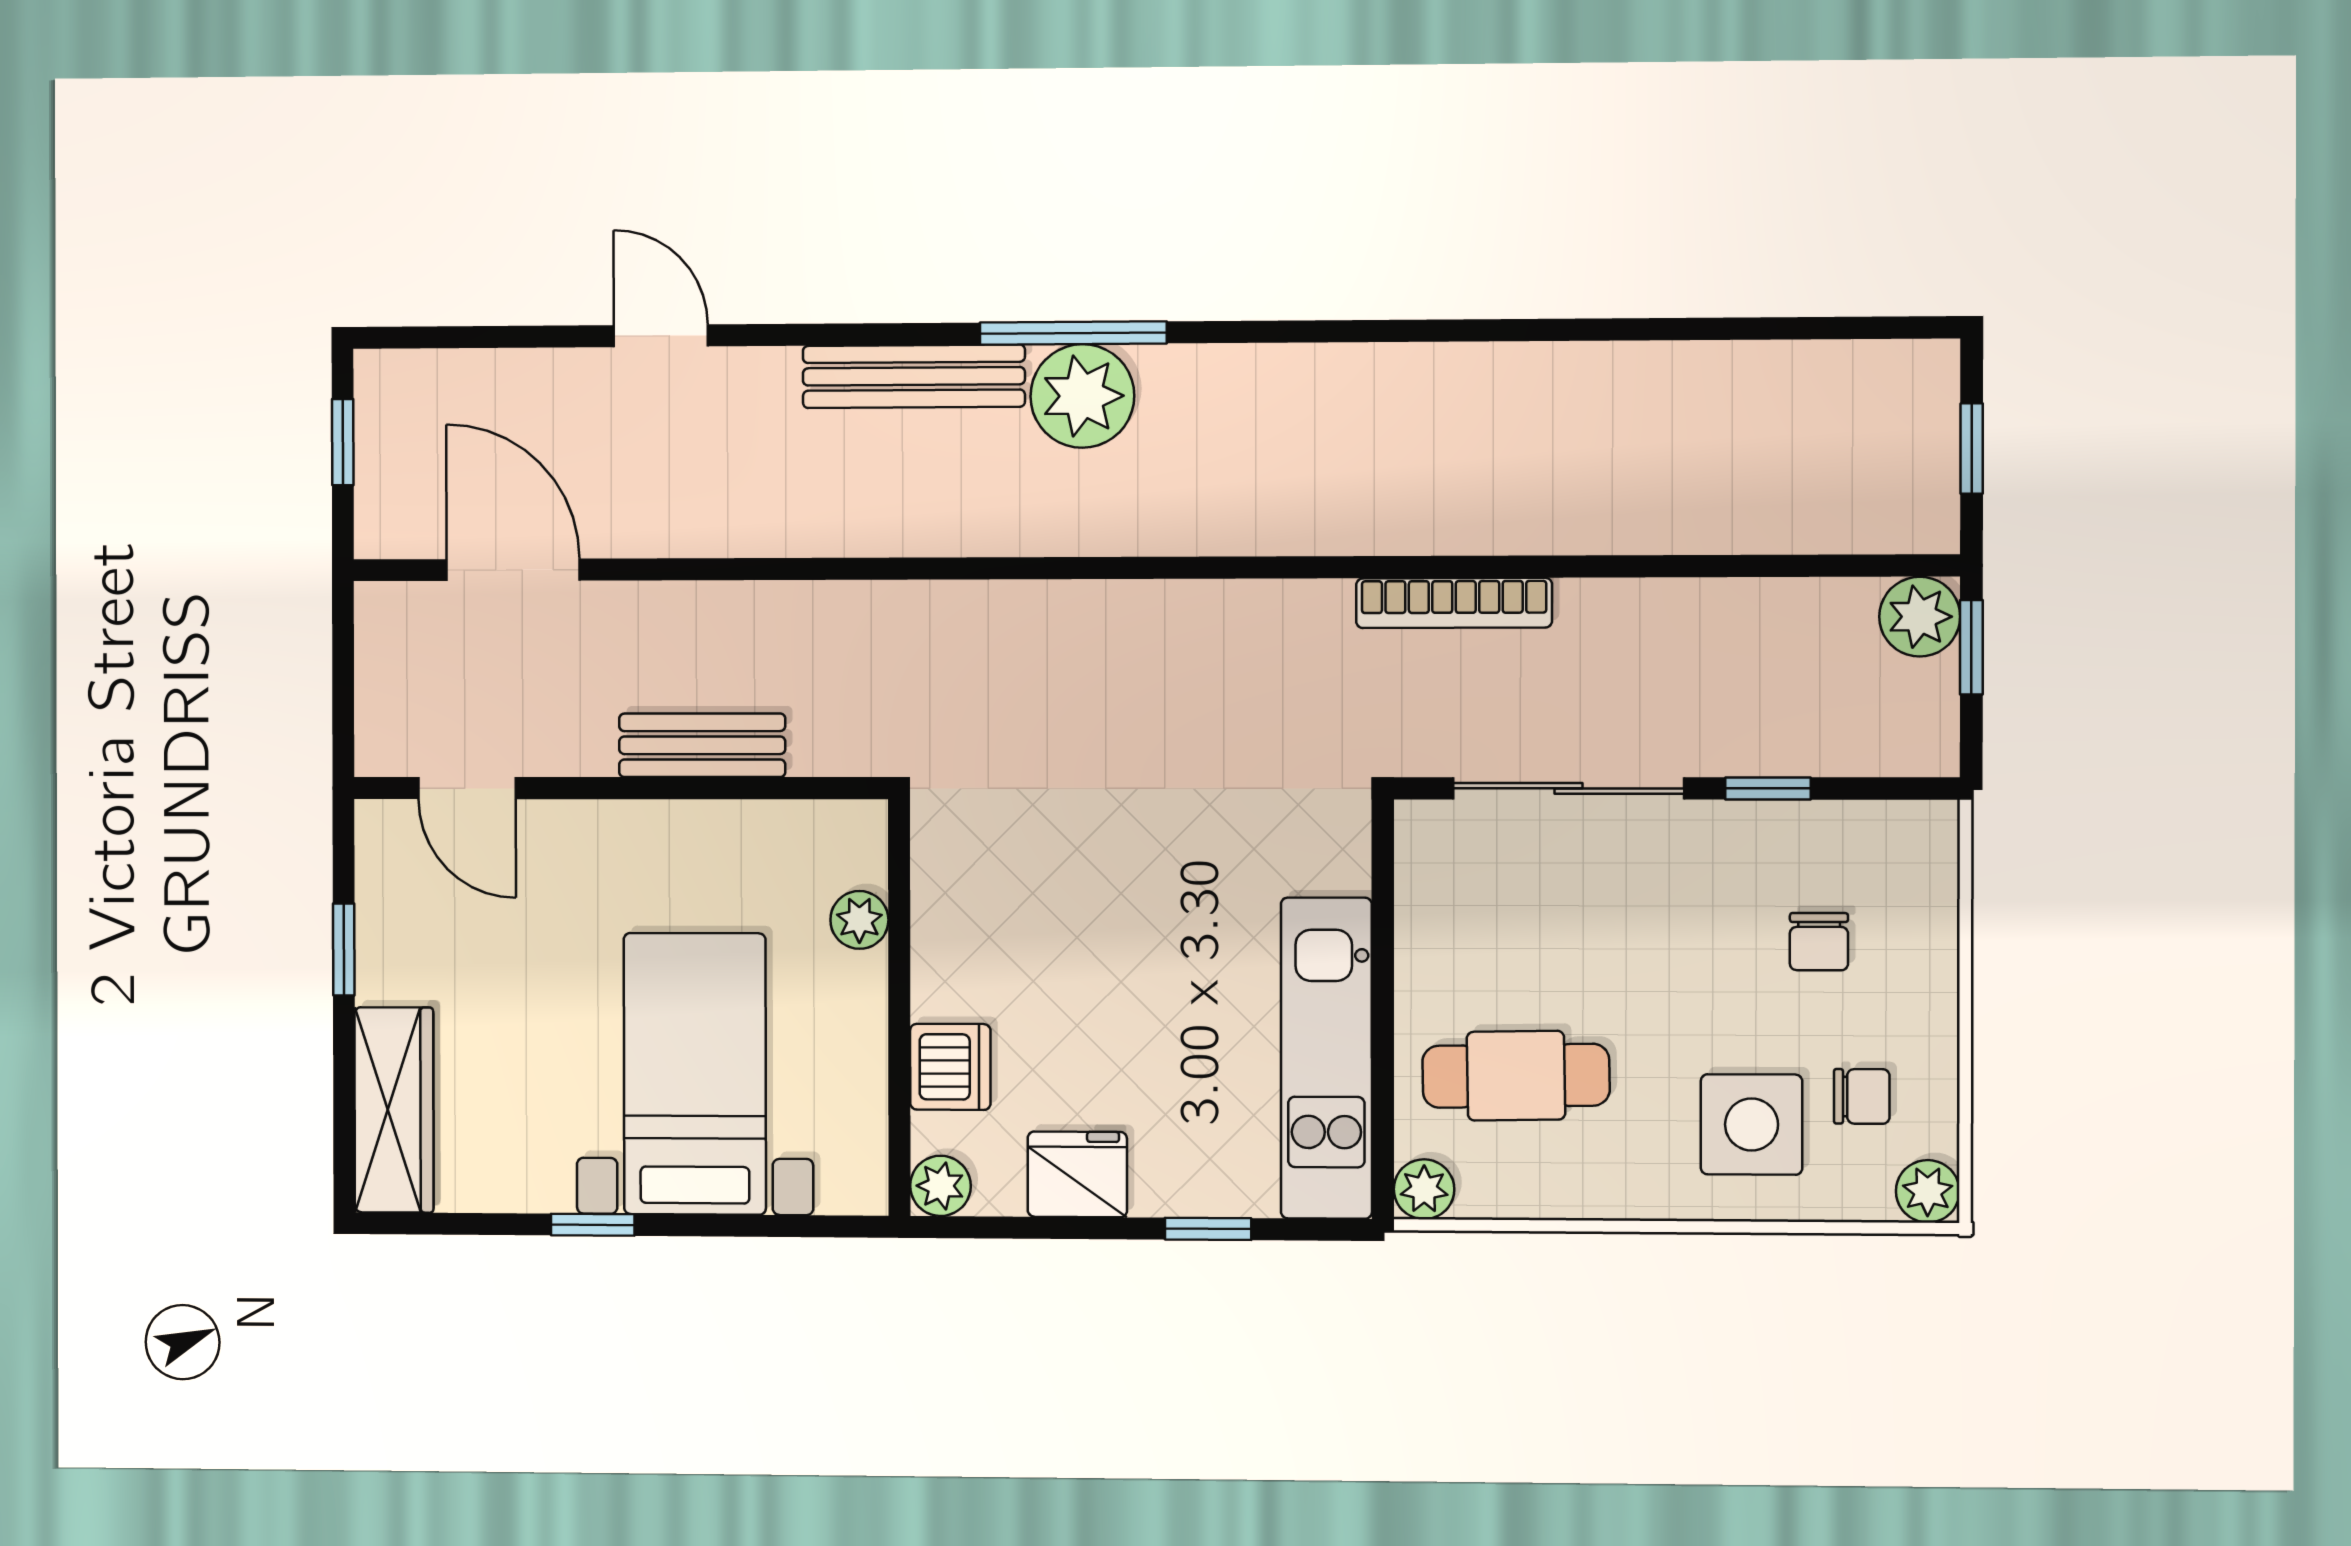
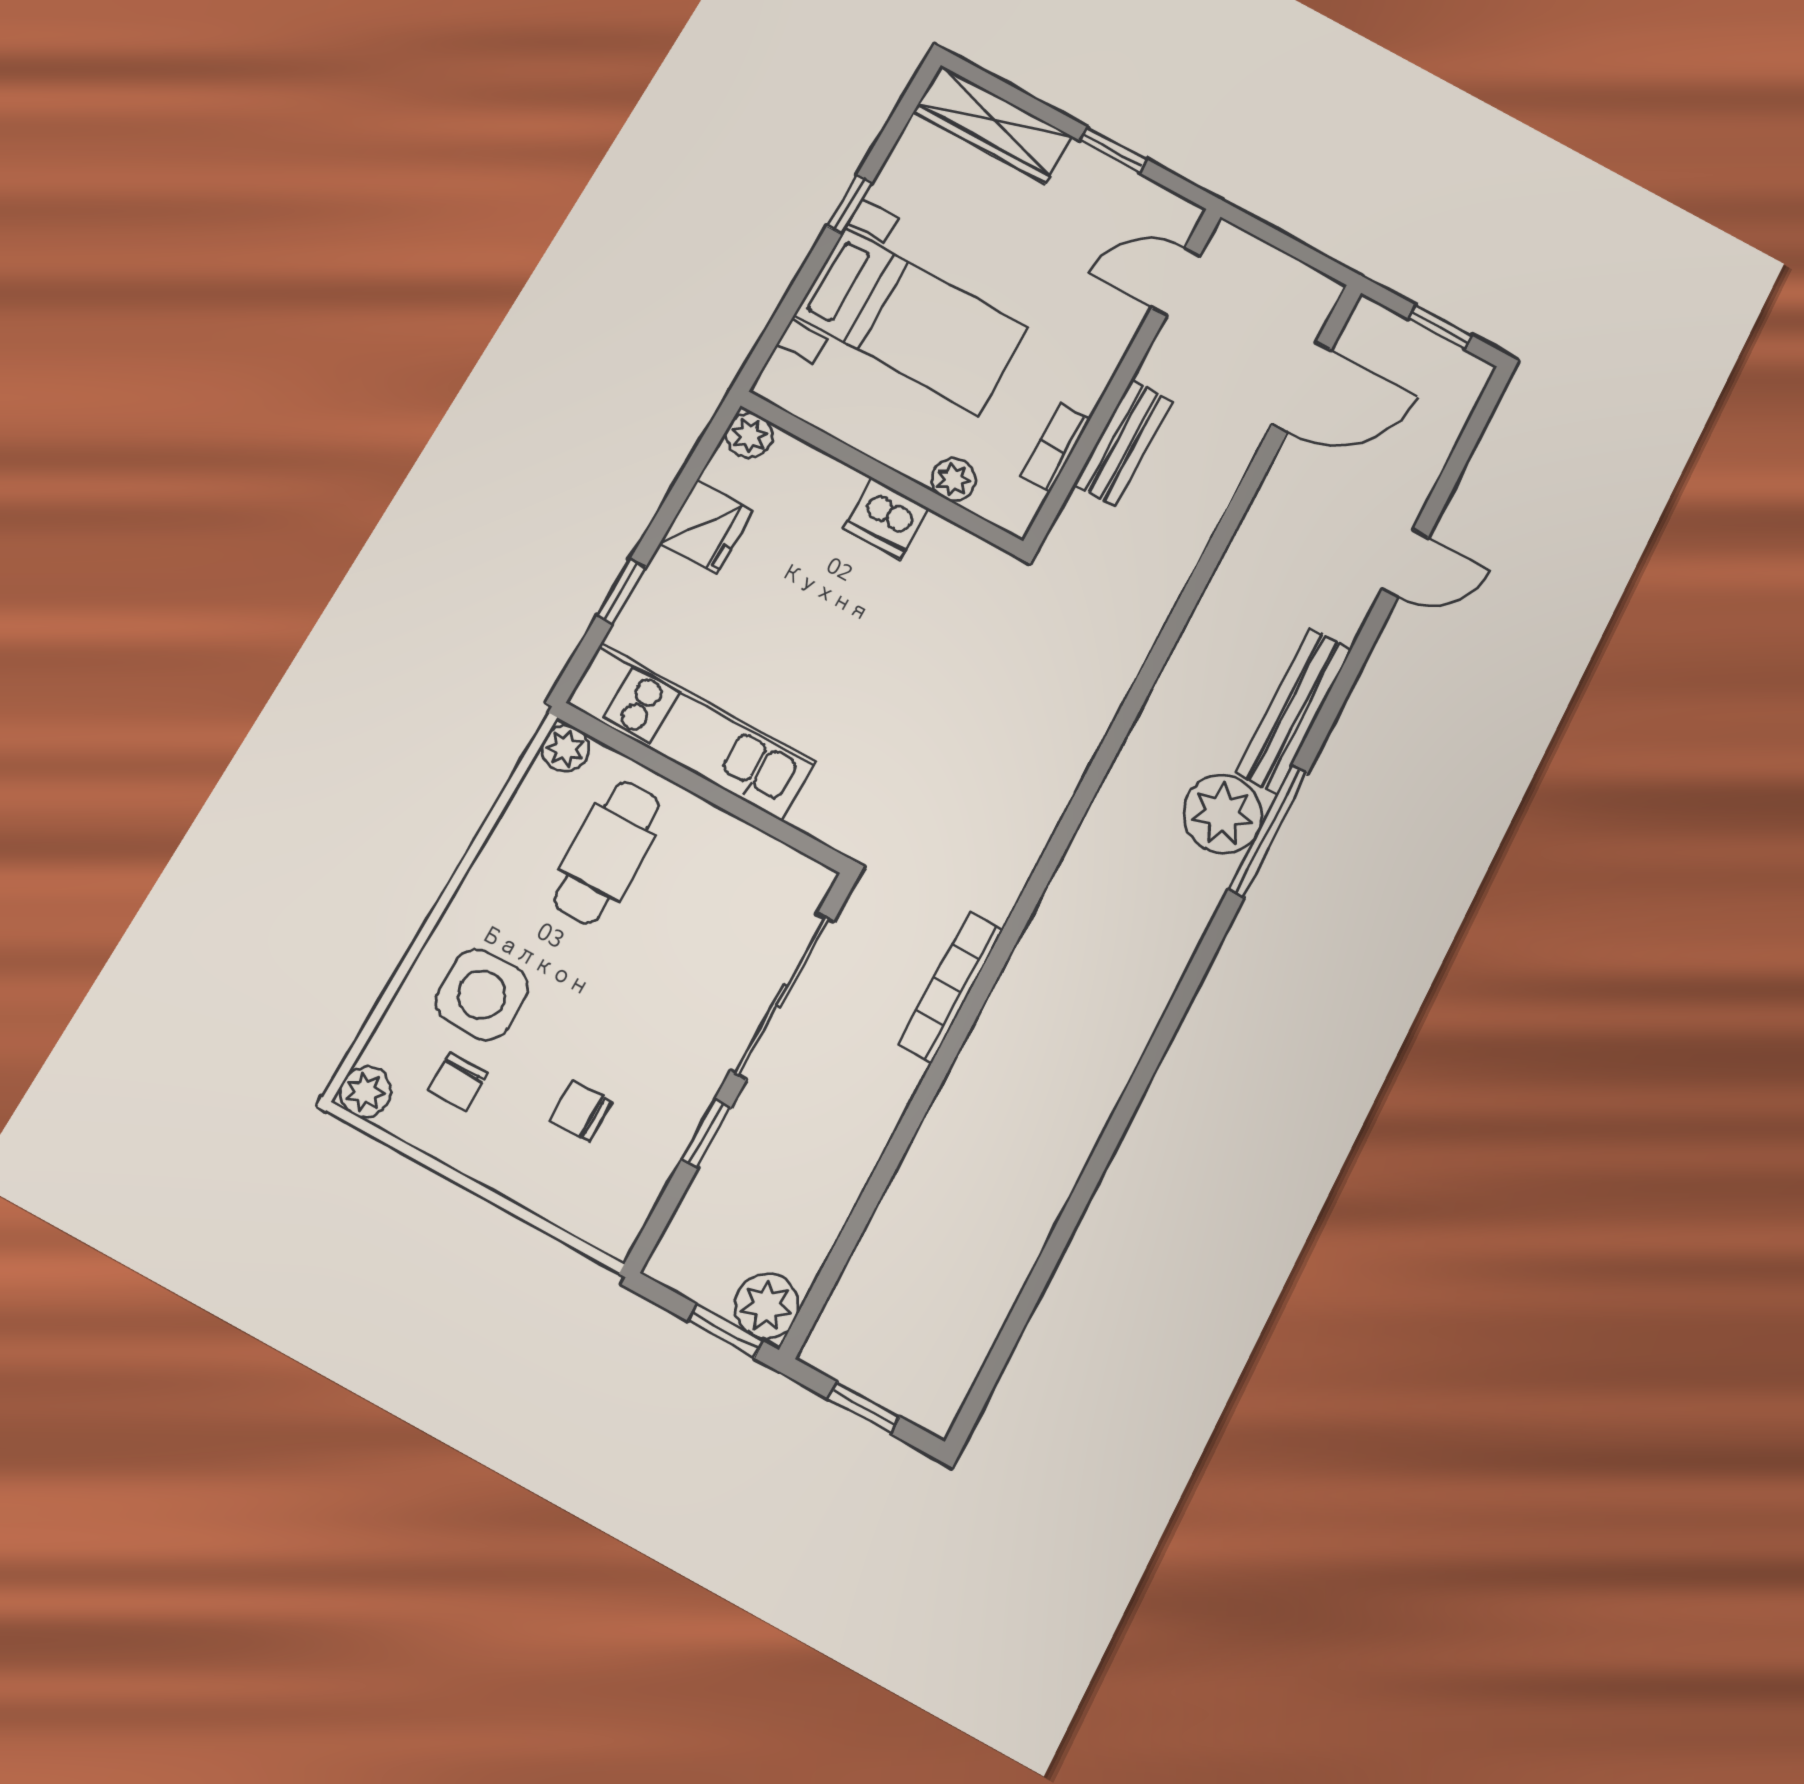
bookcase: (753, 822) -> (1055, 448), added
dishwasher: (950, 1067) -> (886, 518), moved

